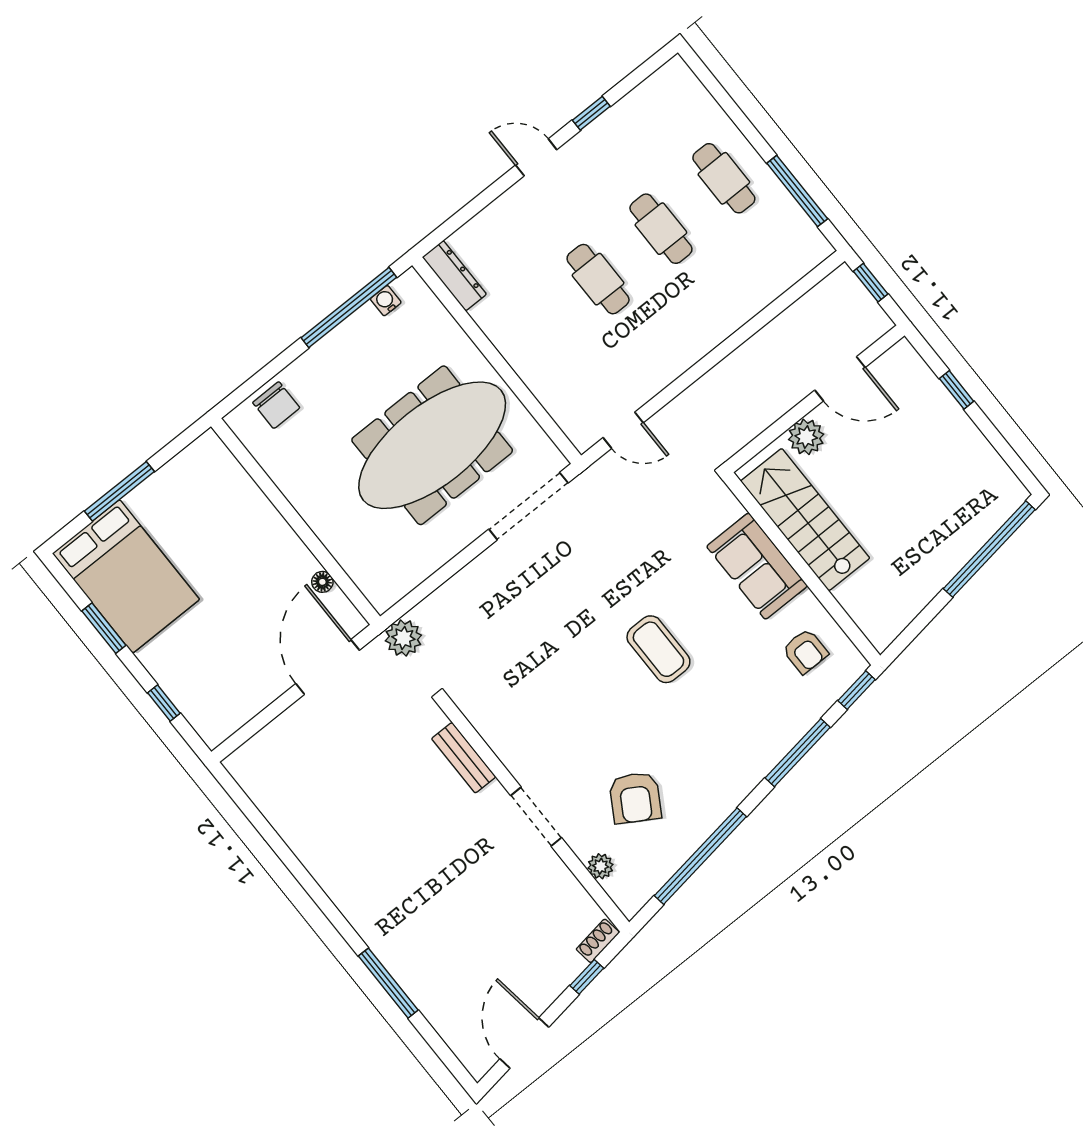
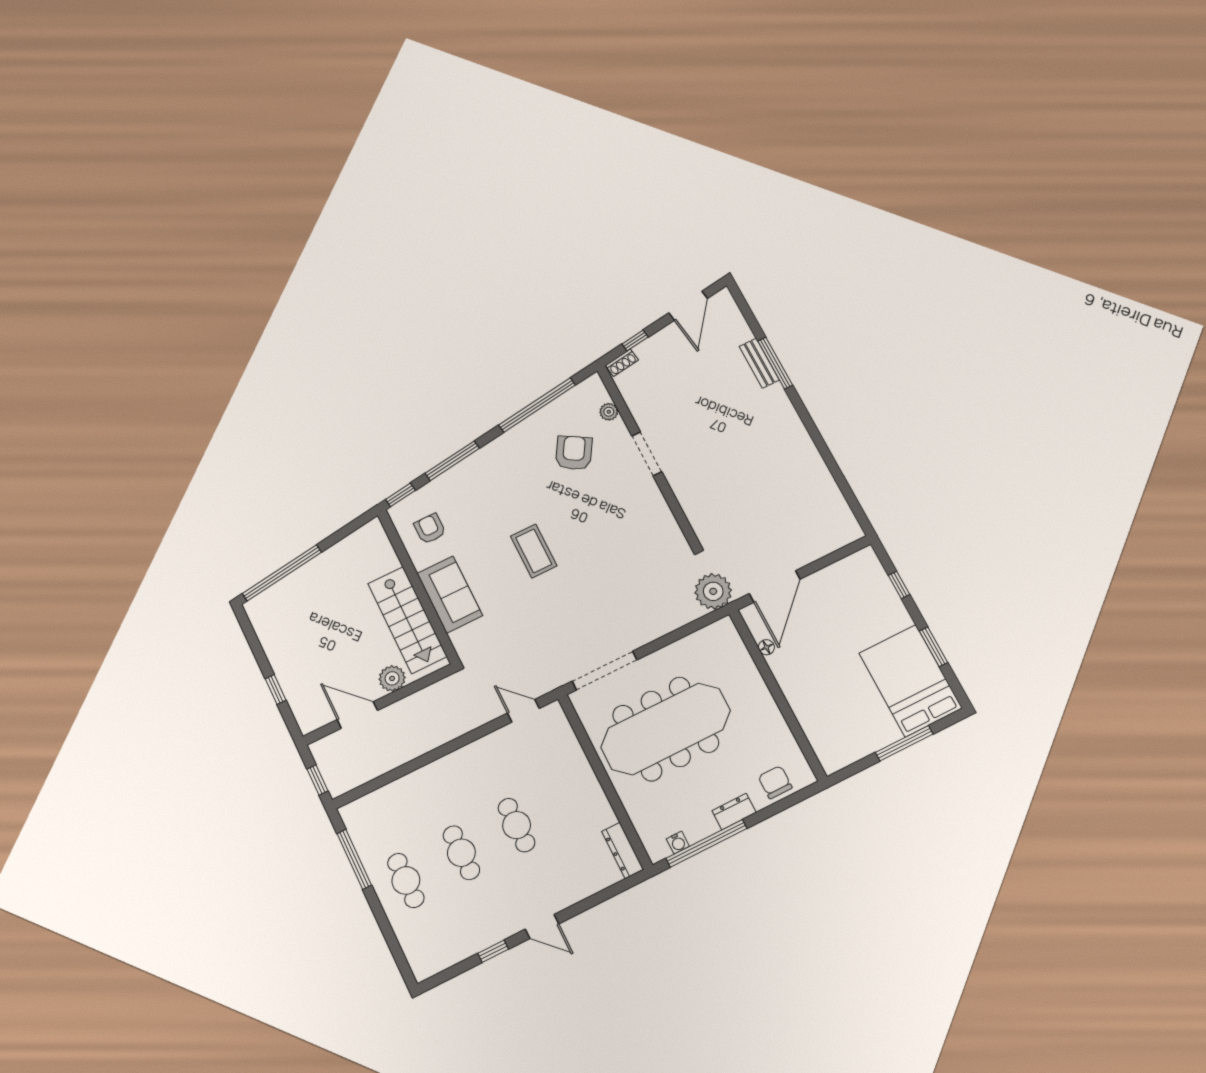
dresser: (322, 356) -> (734, 812), added
plant: (403, 638) -> (713, 591), width x1.36, depth x1.36
bench: (464, 758) -> (759, 363), moved

